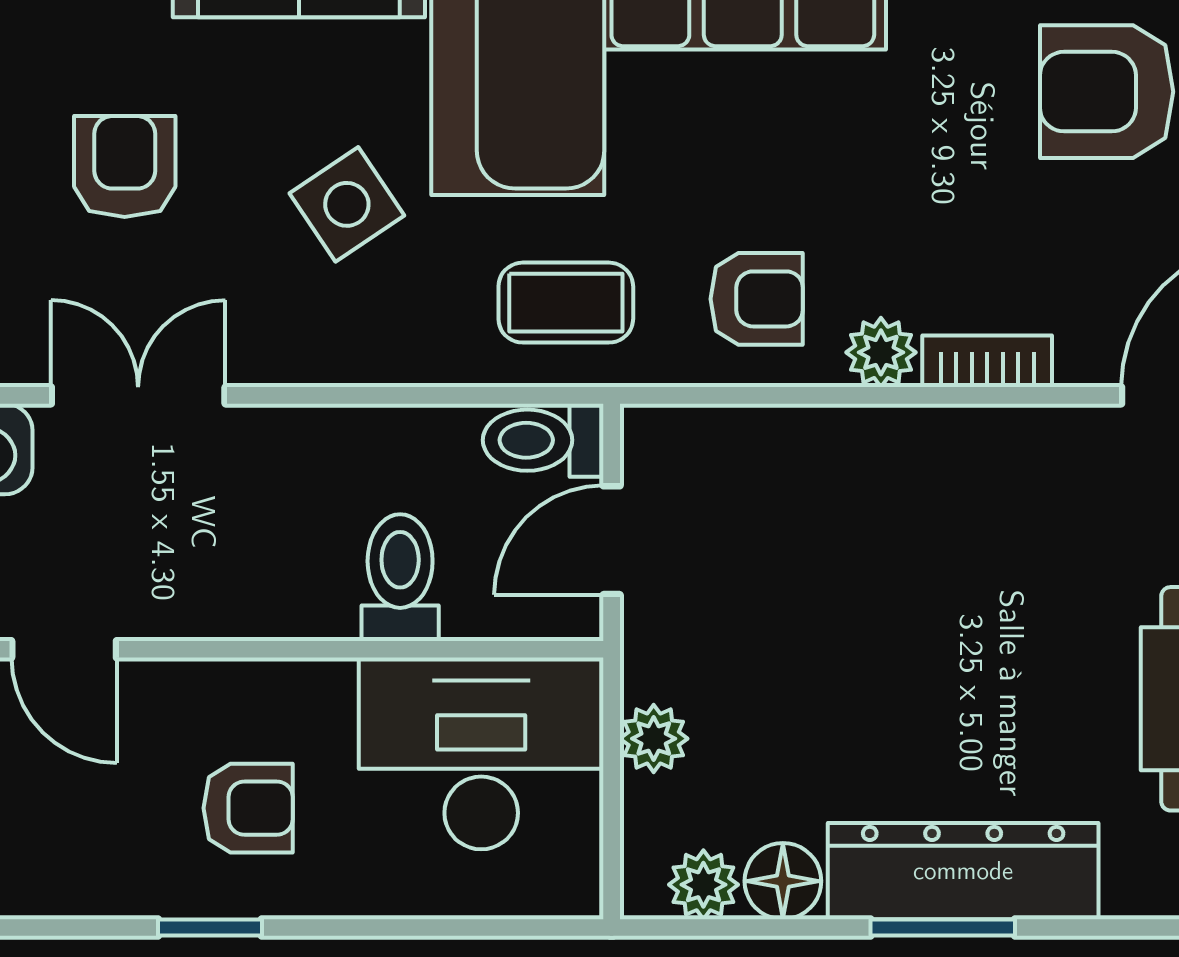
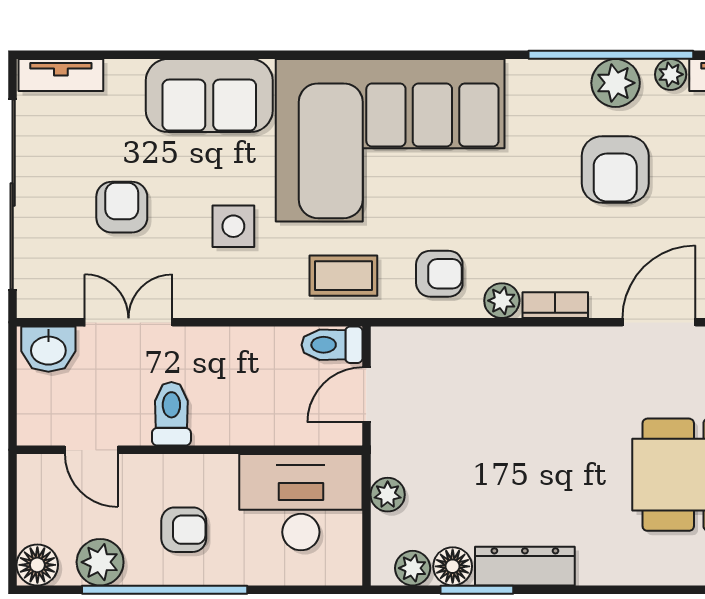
armchair: (1107, 92) -> (615, 170), turned -90
side table: (347, 204) -> (233, 226), turned 34
toilet: (400, 578) -> (171, 414), moved
dresser: (963, 871) -> (525, 566), width x0.73, depth x0.80
plant: (82, 873) -> (100, 562), added
window: (210, 928) -> (165, 590), width x3.17
window: (943, 928) -> (477, 590), moved

